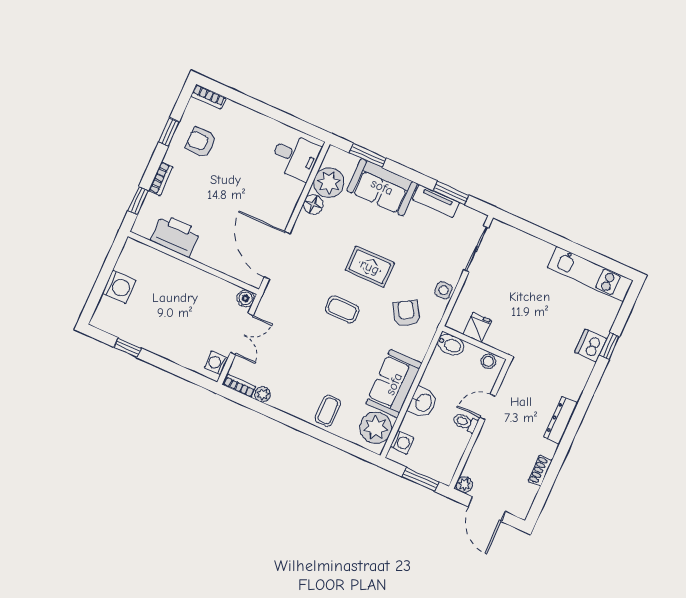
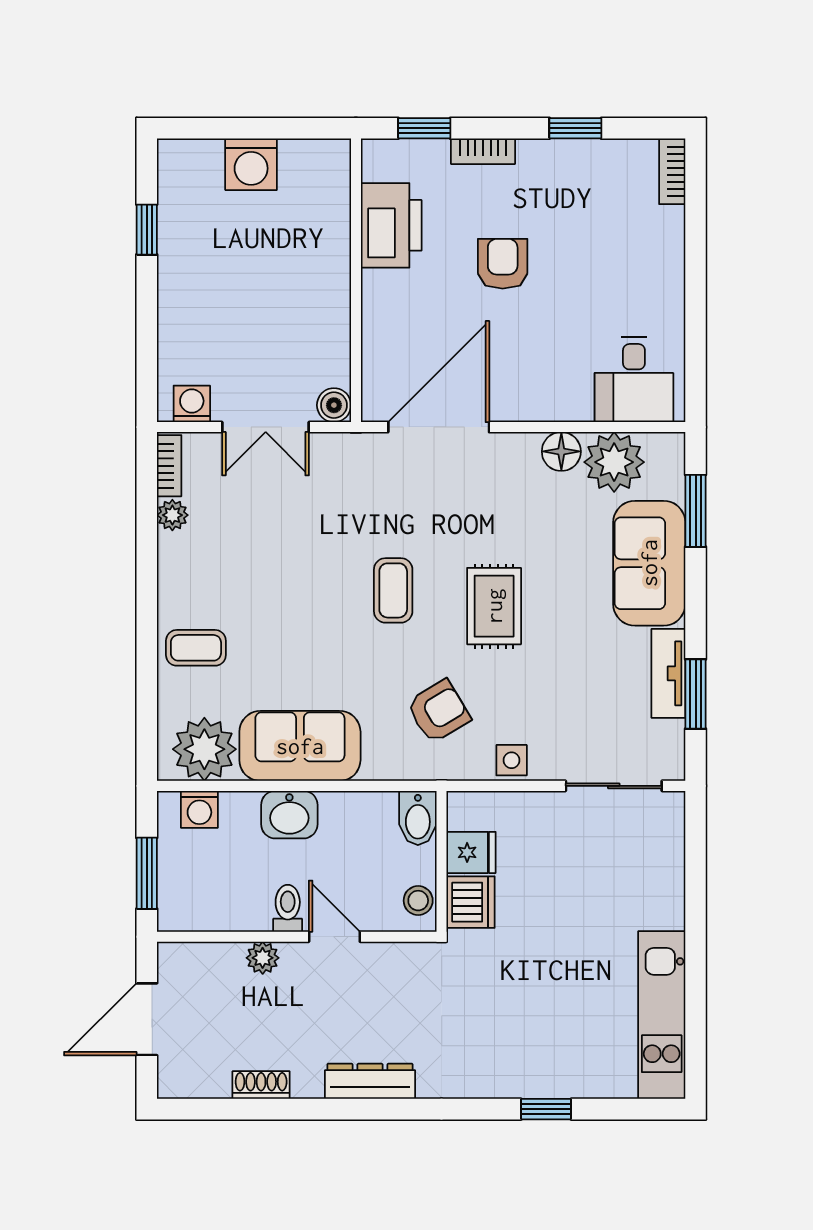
armchair: (201, 142) -> (503, 264), moved
dishwasher: (591, 346) -> (471, 902), moved, turned 90
plant: (464, 485) -> (263, 958), moved

